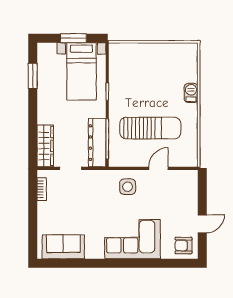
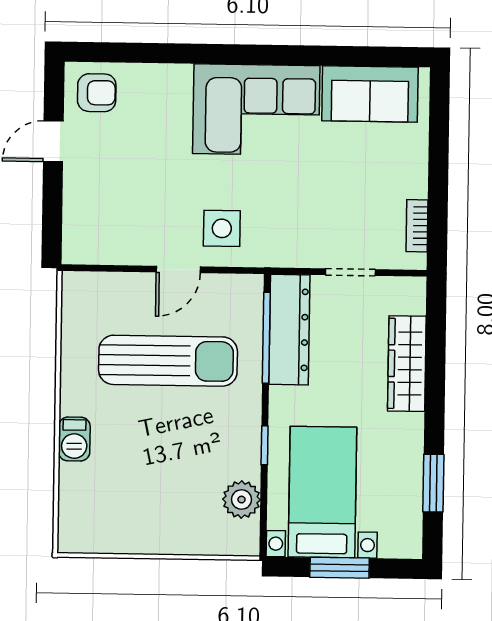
plant: (117, 68) -> (242, 500), added
sun lounger: (150, 128) -> (168, 361), turned 180
wardrobe: (45, 146) -> (407, 364), moved
door: (158, 168) -> (178, 269), moved
corner sofa: (133, 239) -> (256, 110), moved

